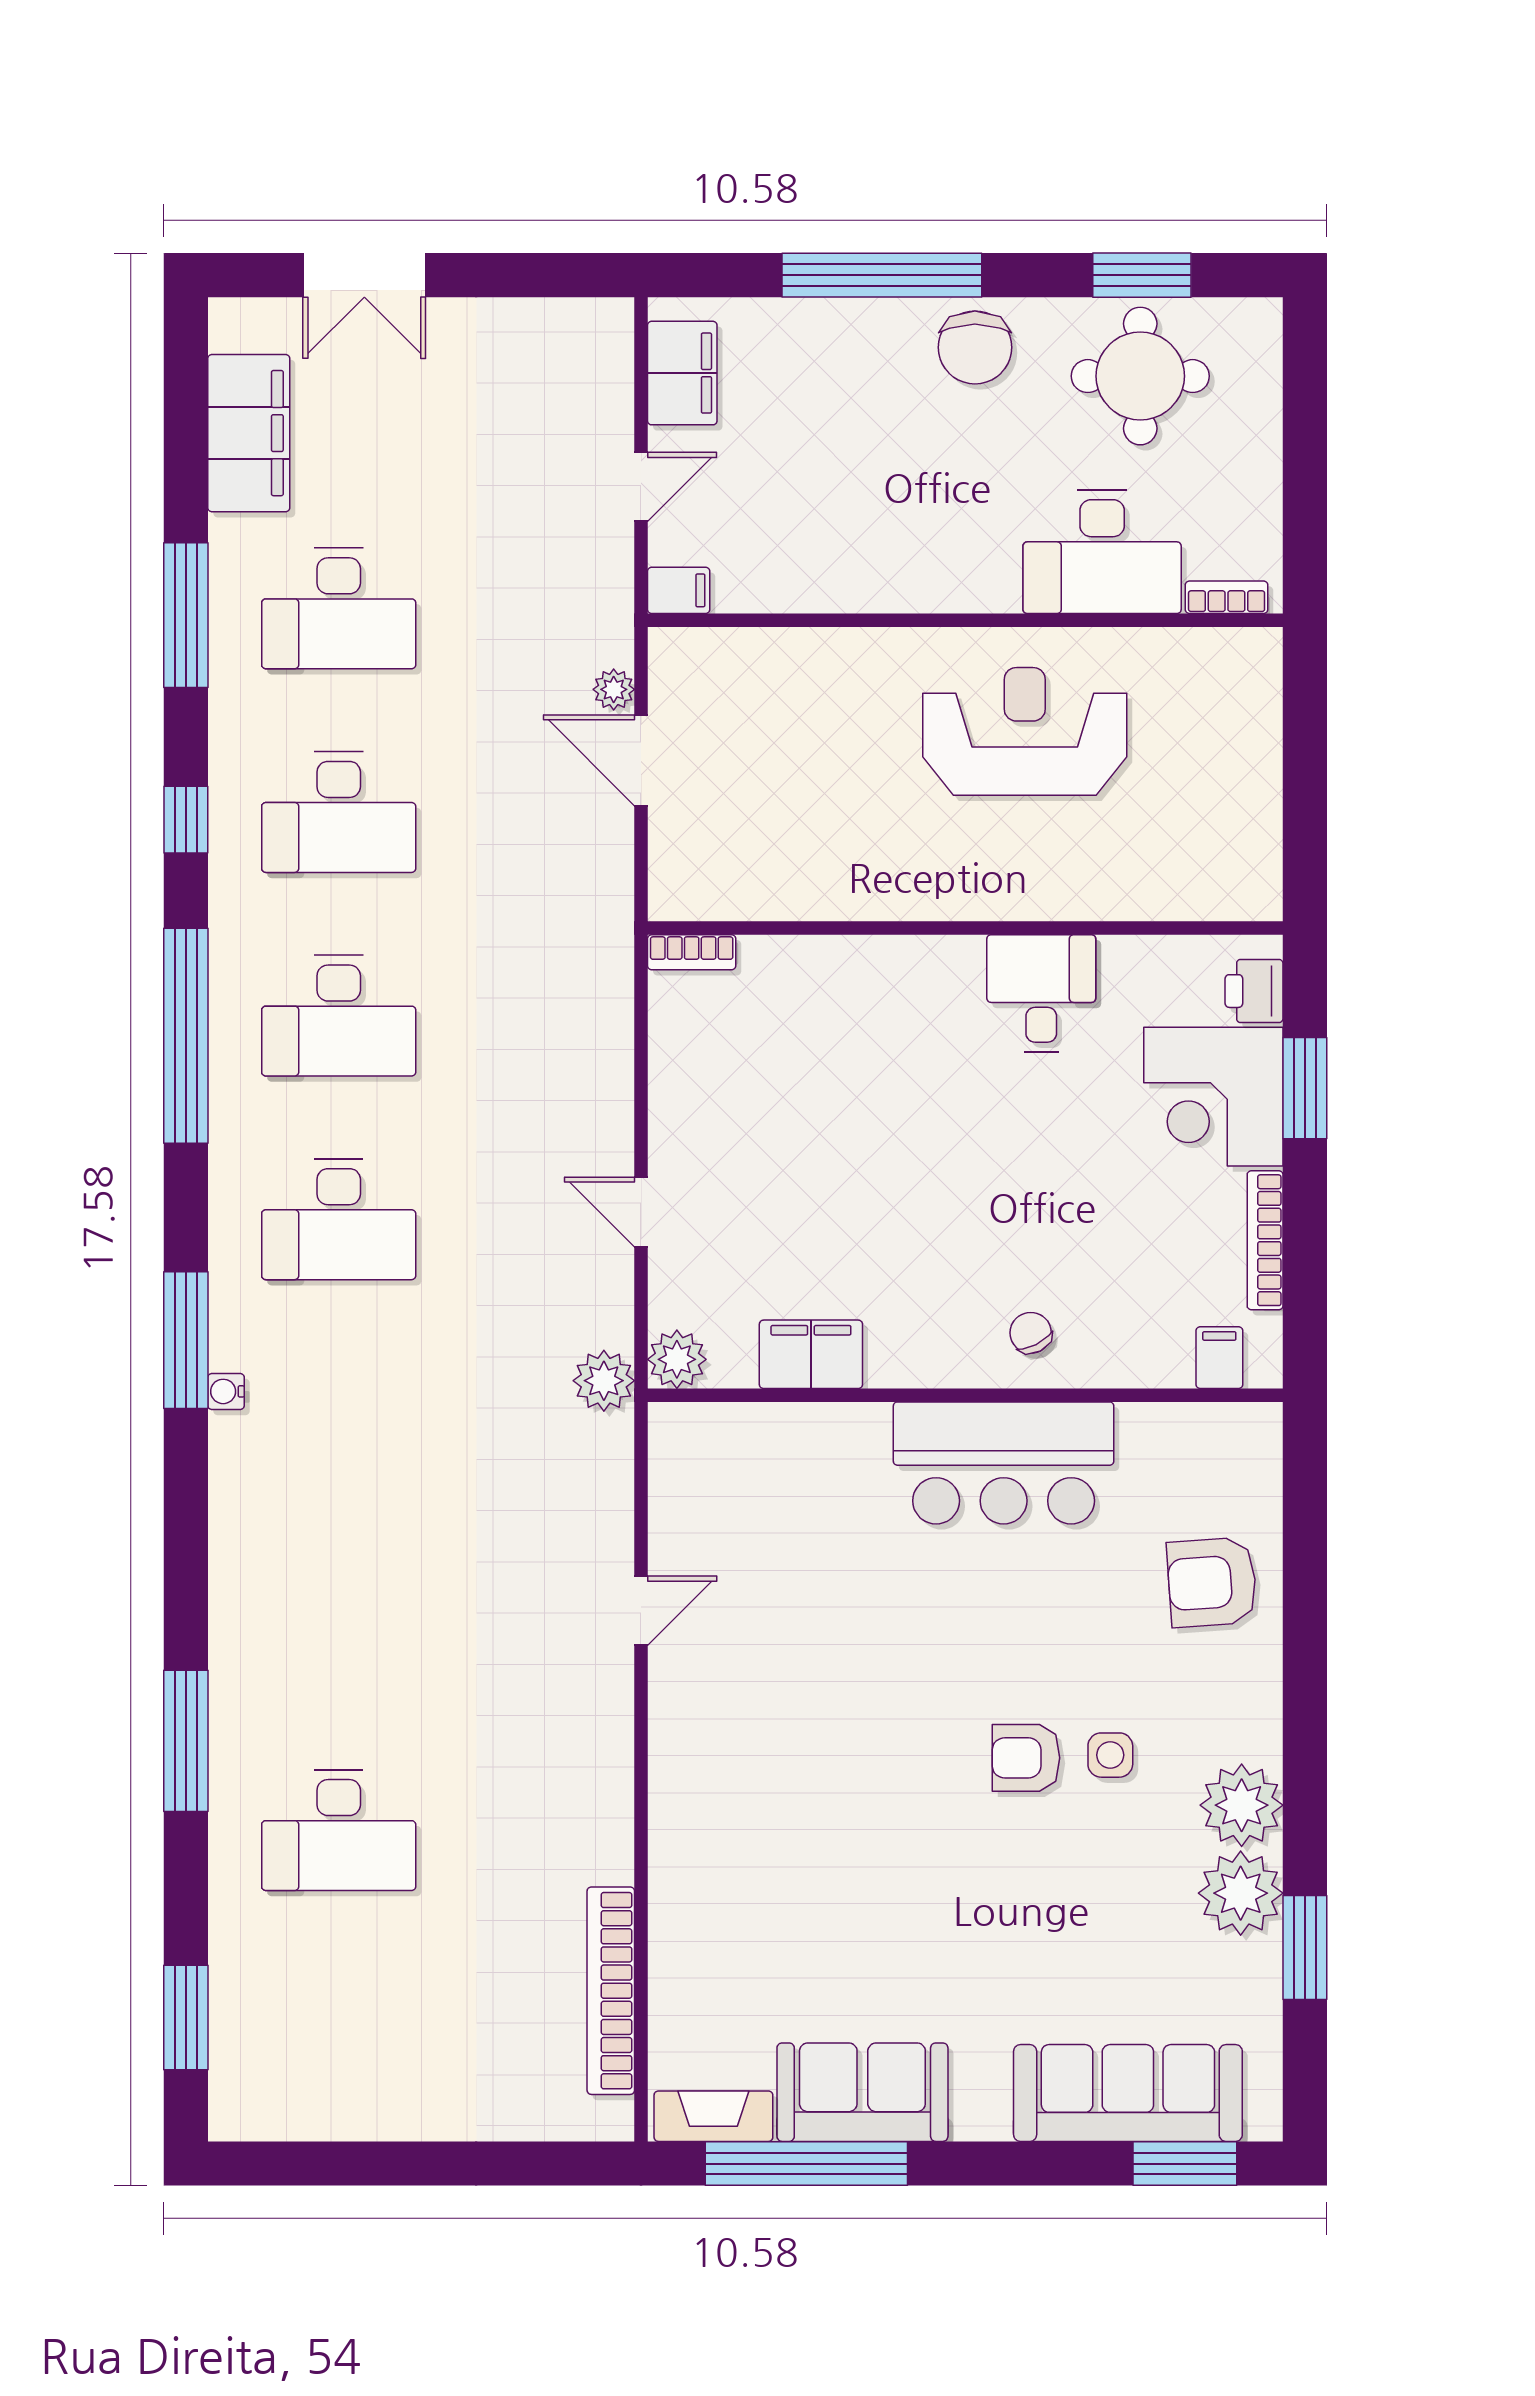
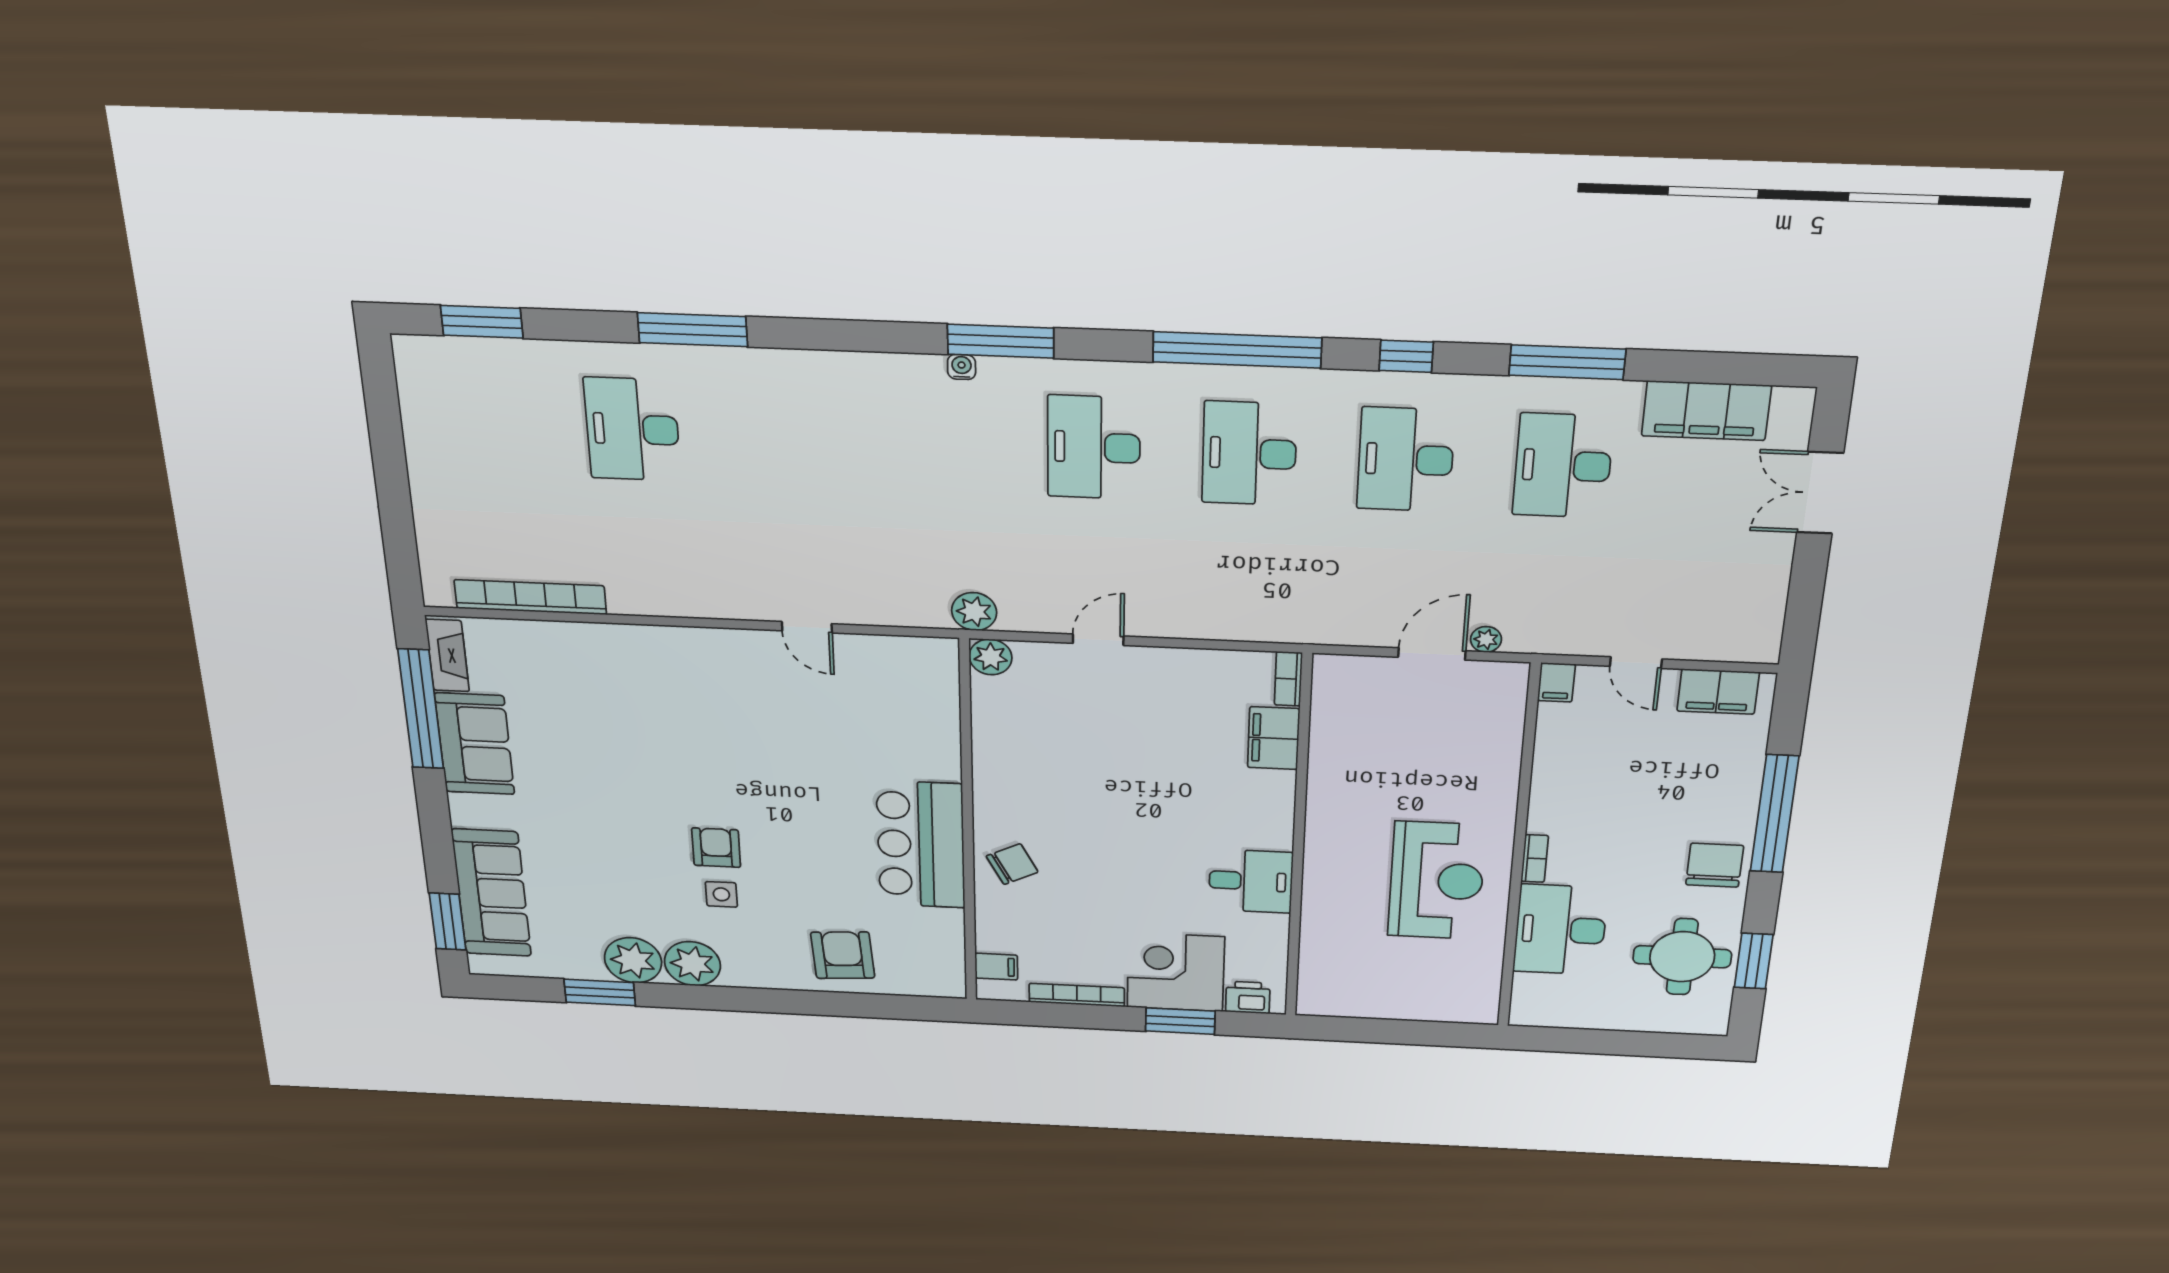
chair: (975, 347) -> (1715, 865), turned 90
bookcase: (1227, 597) -> (1535, 858), moved
chair: (1031, 1333) -> (1012, 864), width x1.37, depth x1.37
filing cabinet: (811, 1354) -> (1274, 738), moved, turned 180

